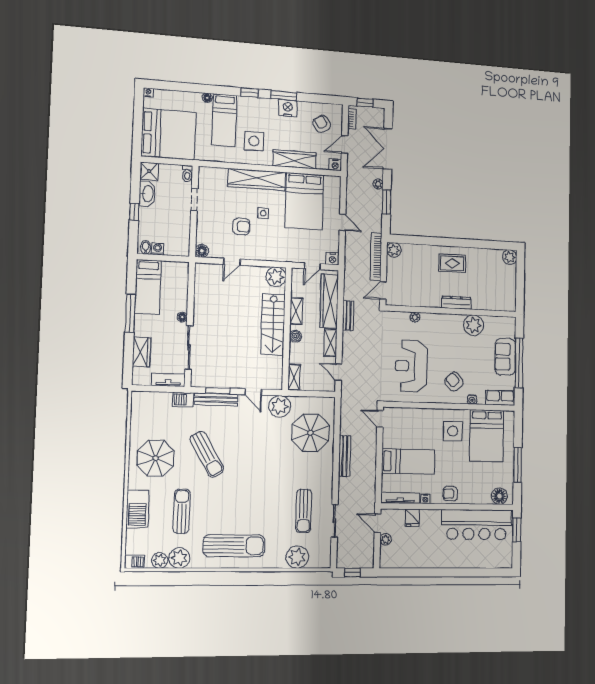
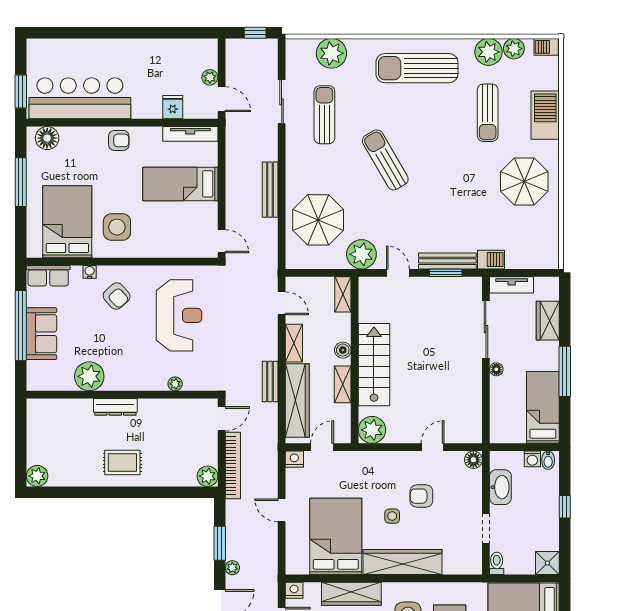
washbasin: (147, 194) -> (500, 487), moved, turned 180
sun lounger: (207, 454) -> (385, 160), moved
nightstand: (425, 499) -> (154, 133), removed

